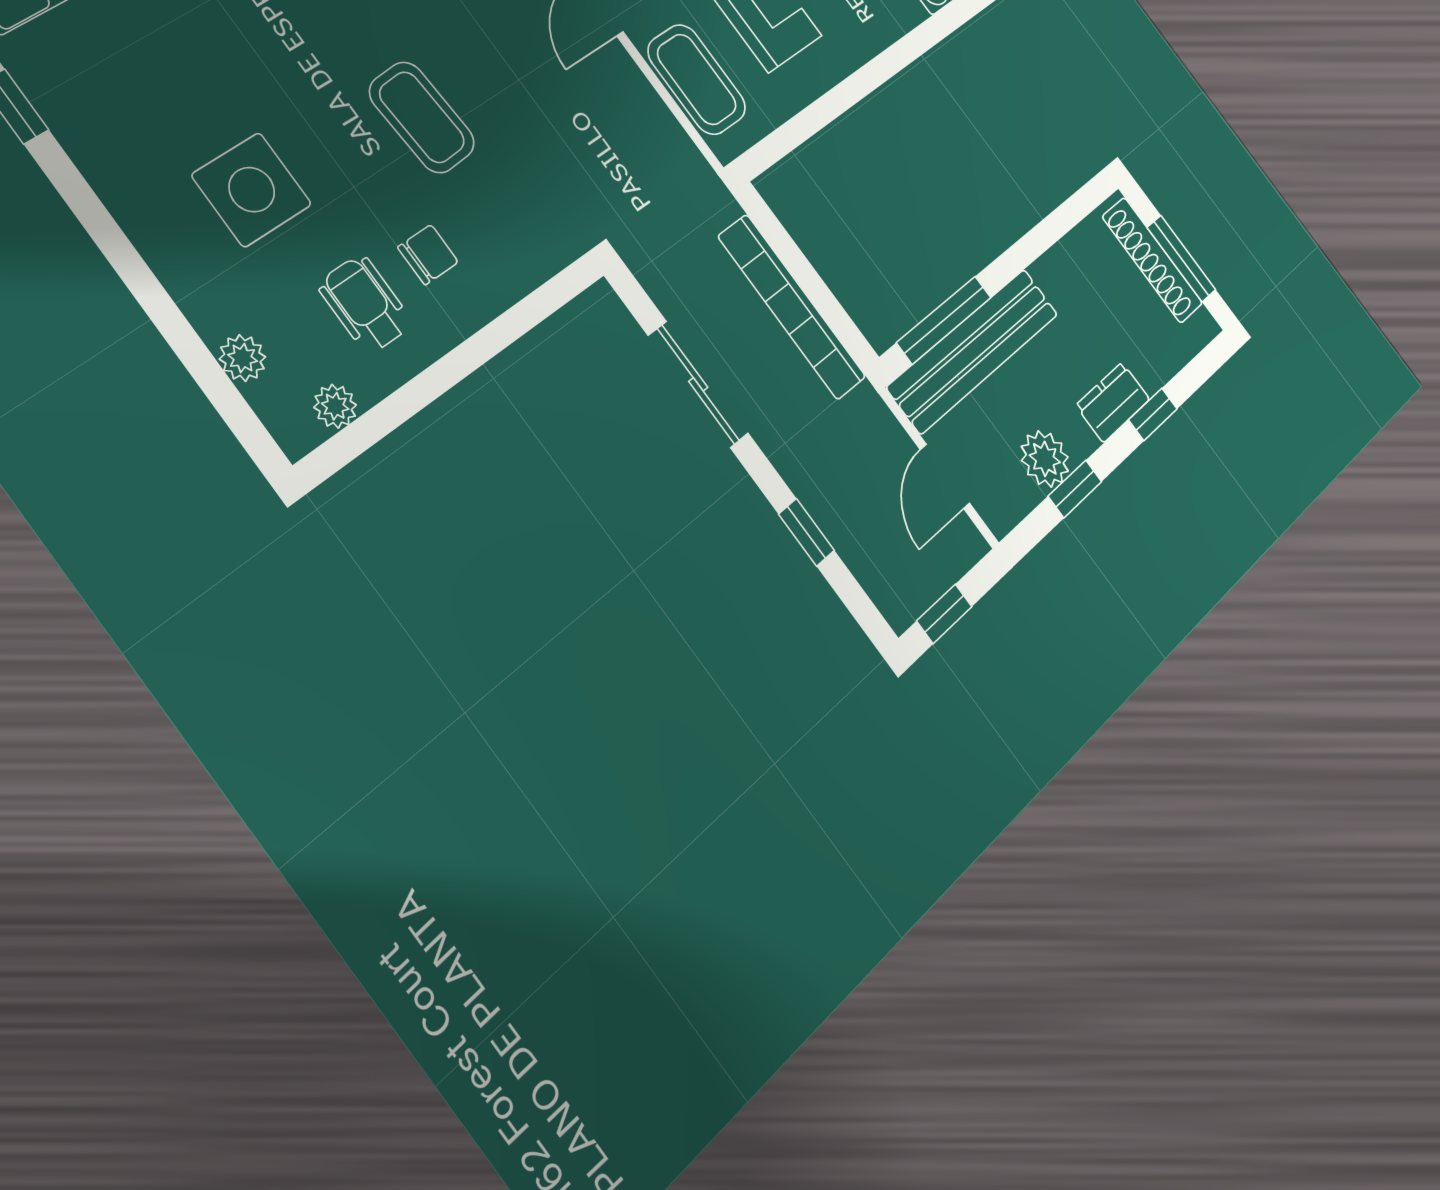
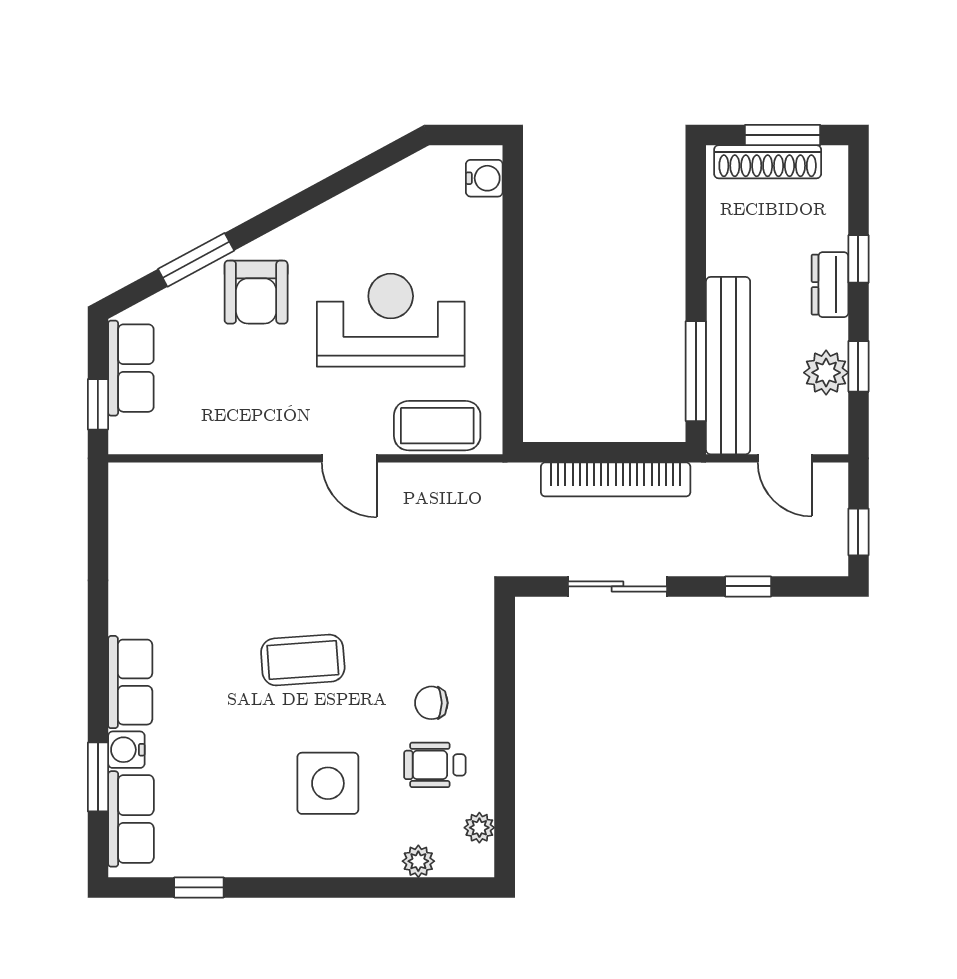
coffee table: (422, 117) -> (303, 660), moved
chair: (428, 255) -> (431, 703), turned -90

